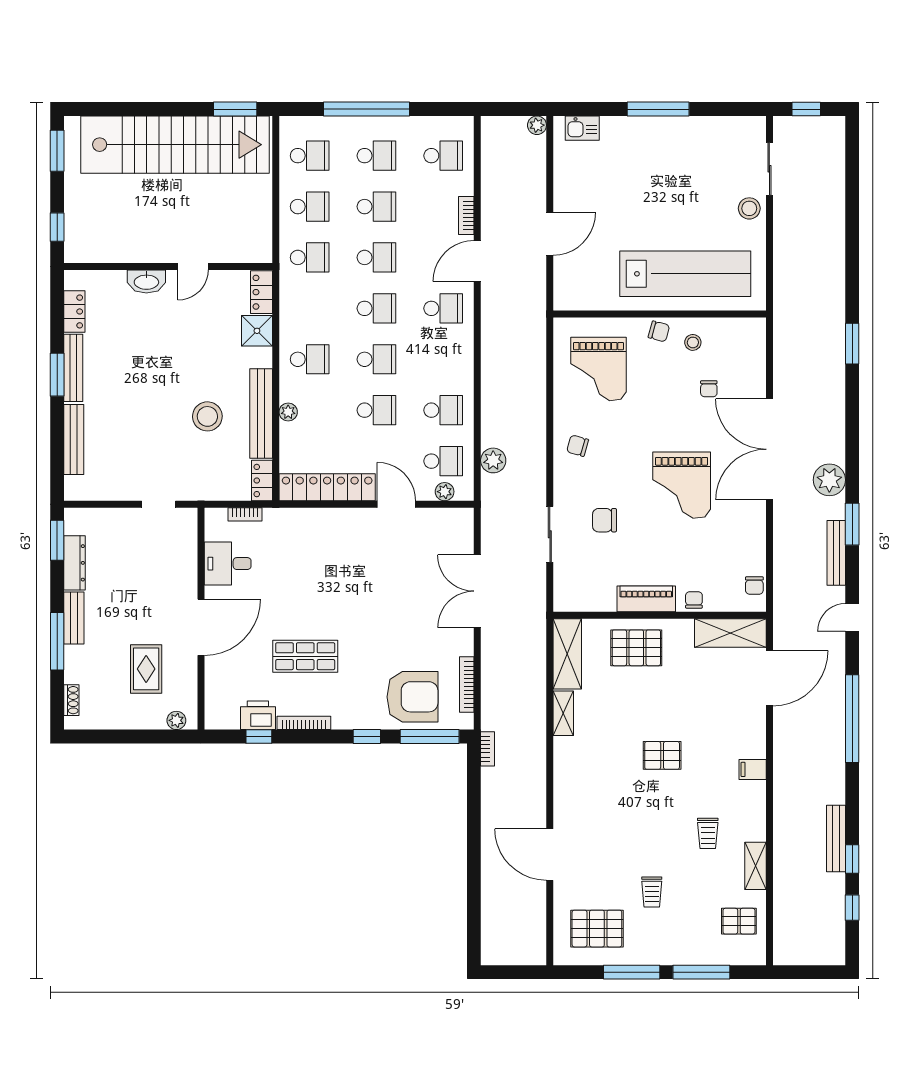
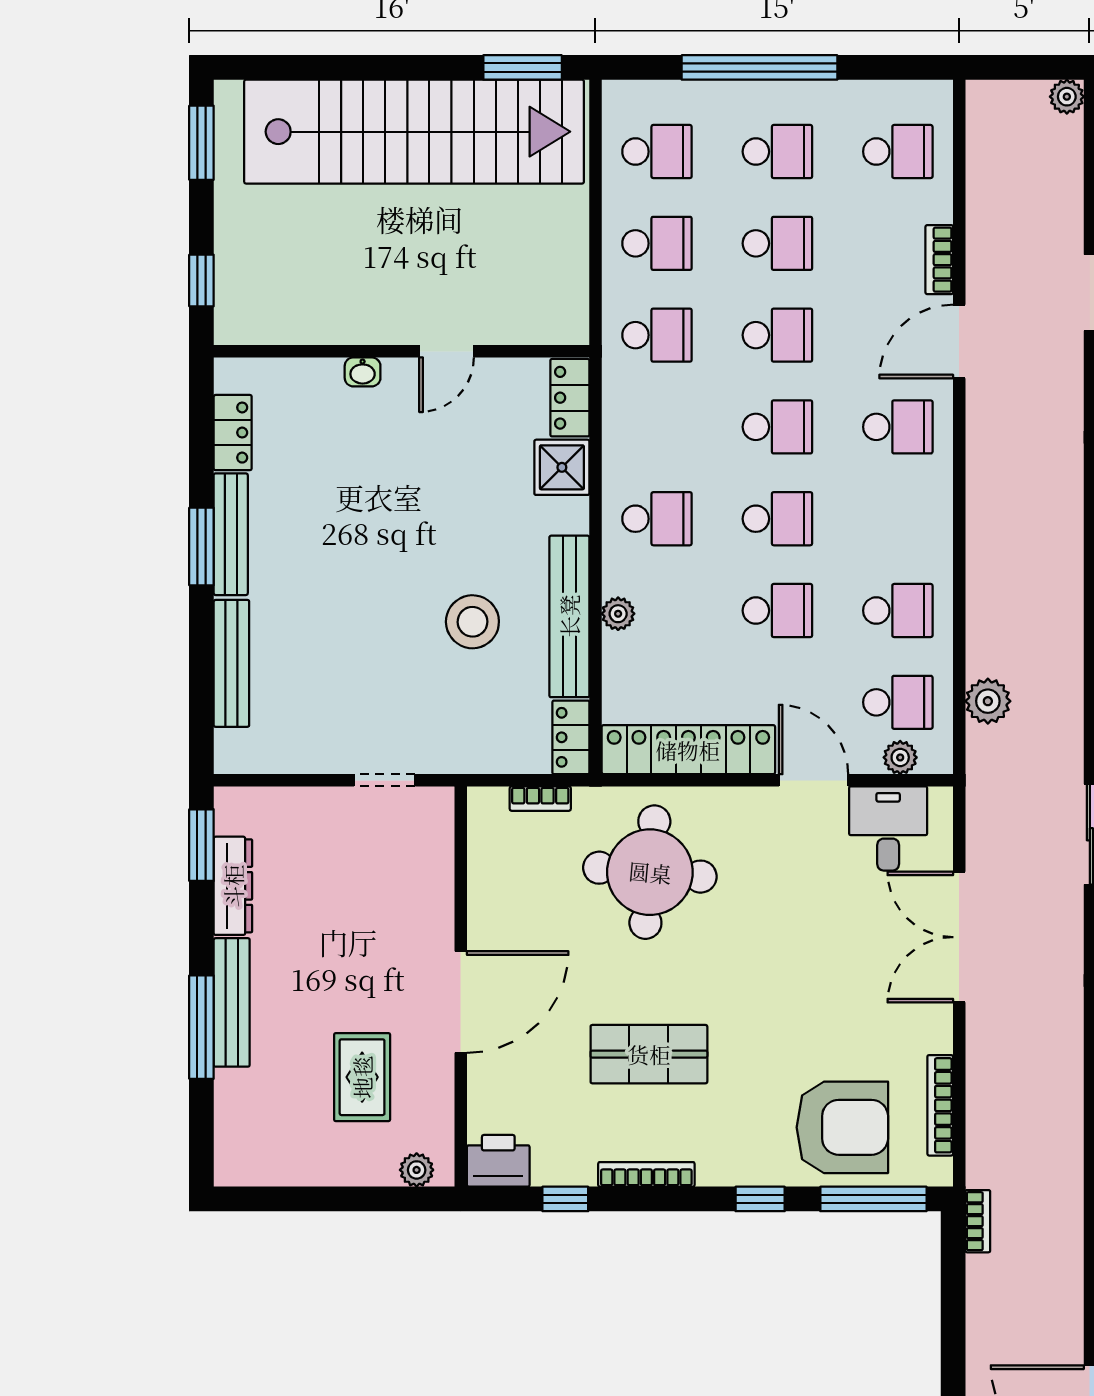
washbasin: (146, 281) -> (363, 372), width x0.52, depth x0.69
round table: (306, 555) -> (650, 872), added
desk: (228, 564) -> (888, 828), moved, turned 90
bench: (74, 618) -> (232, 1002), width x1.36
shoe rack: (71, 700) -> (227, 1133), removed
printer: (258, 715) -> (498, 1161), moved

